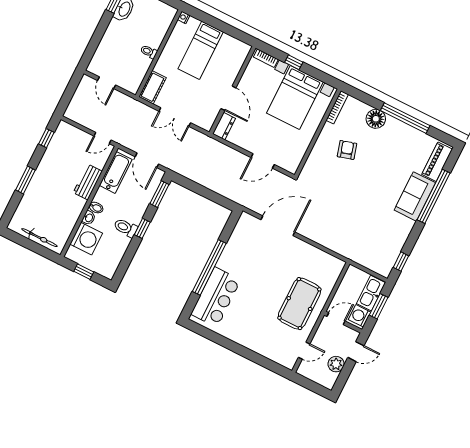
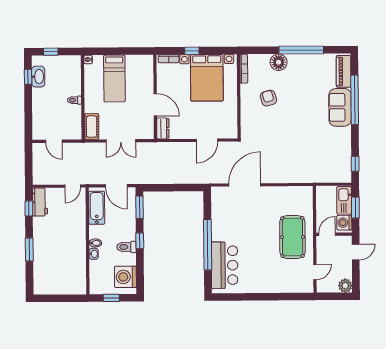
workbench: (88, 182) -> (40, 202), moved, turned 180
bicycle: (39, 238) -> (63, 289), removed
washing machine: (86, 239) -> (125, 277), moved, turned 180
plant: (336, 364) -> (345, 286), moved

